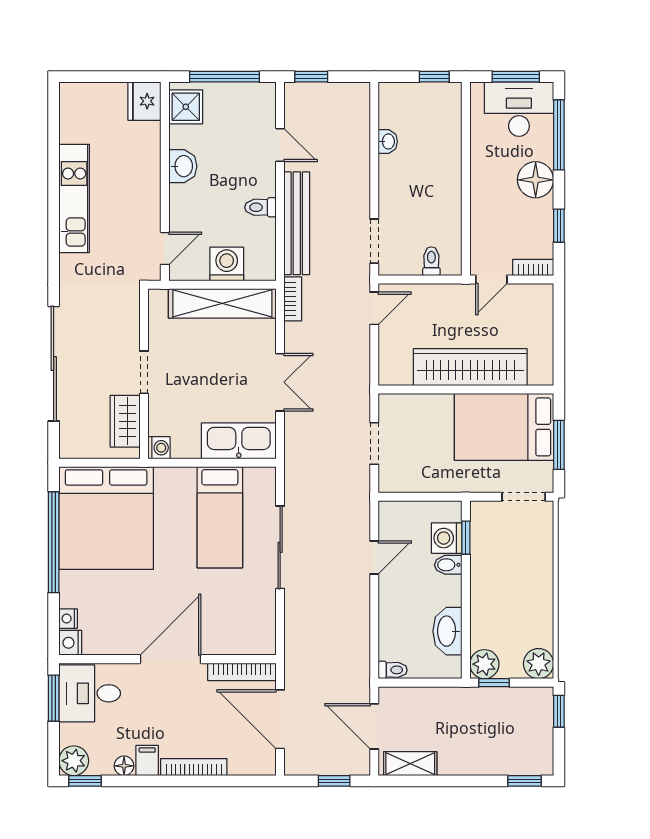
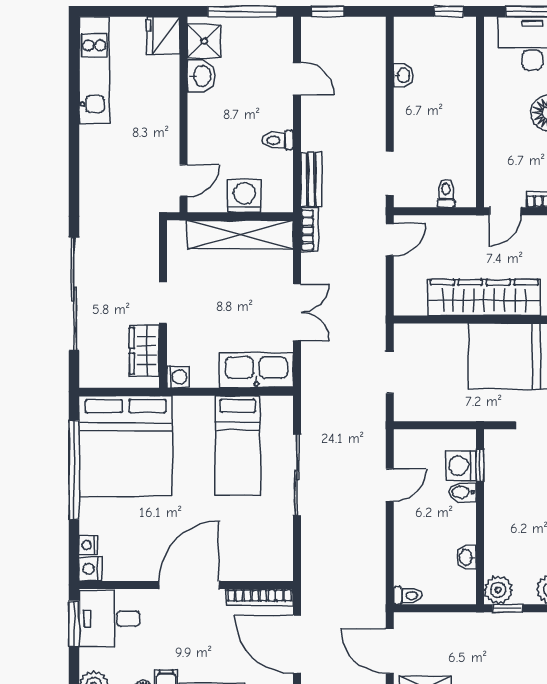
washbasin: (183, 166) -> (201, 76), moved
kitchen unit: (74, 198) -> (94, 70), moved
bench: (297, 223) -> (311, 179), width x0.54, depth x0.82
washbasin: (447, 631) -> (466, 557), width x0.52, depth x0.69

